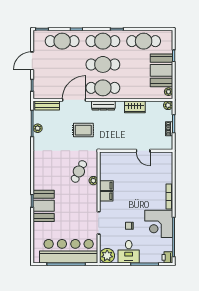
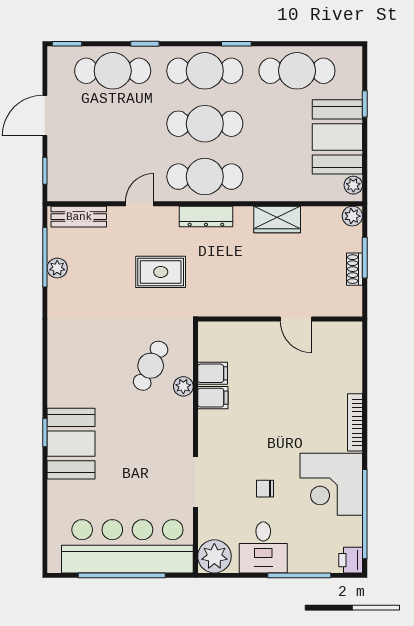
door: (74, 100) -> (140, 204), width x0.53
filing cabinet: (106, 196) -> (213, 373), moved

